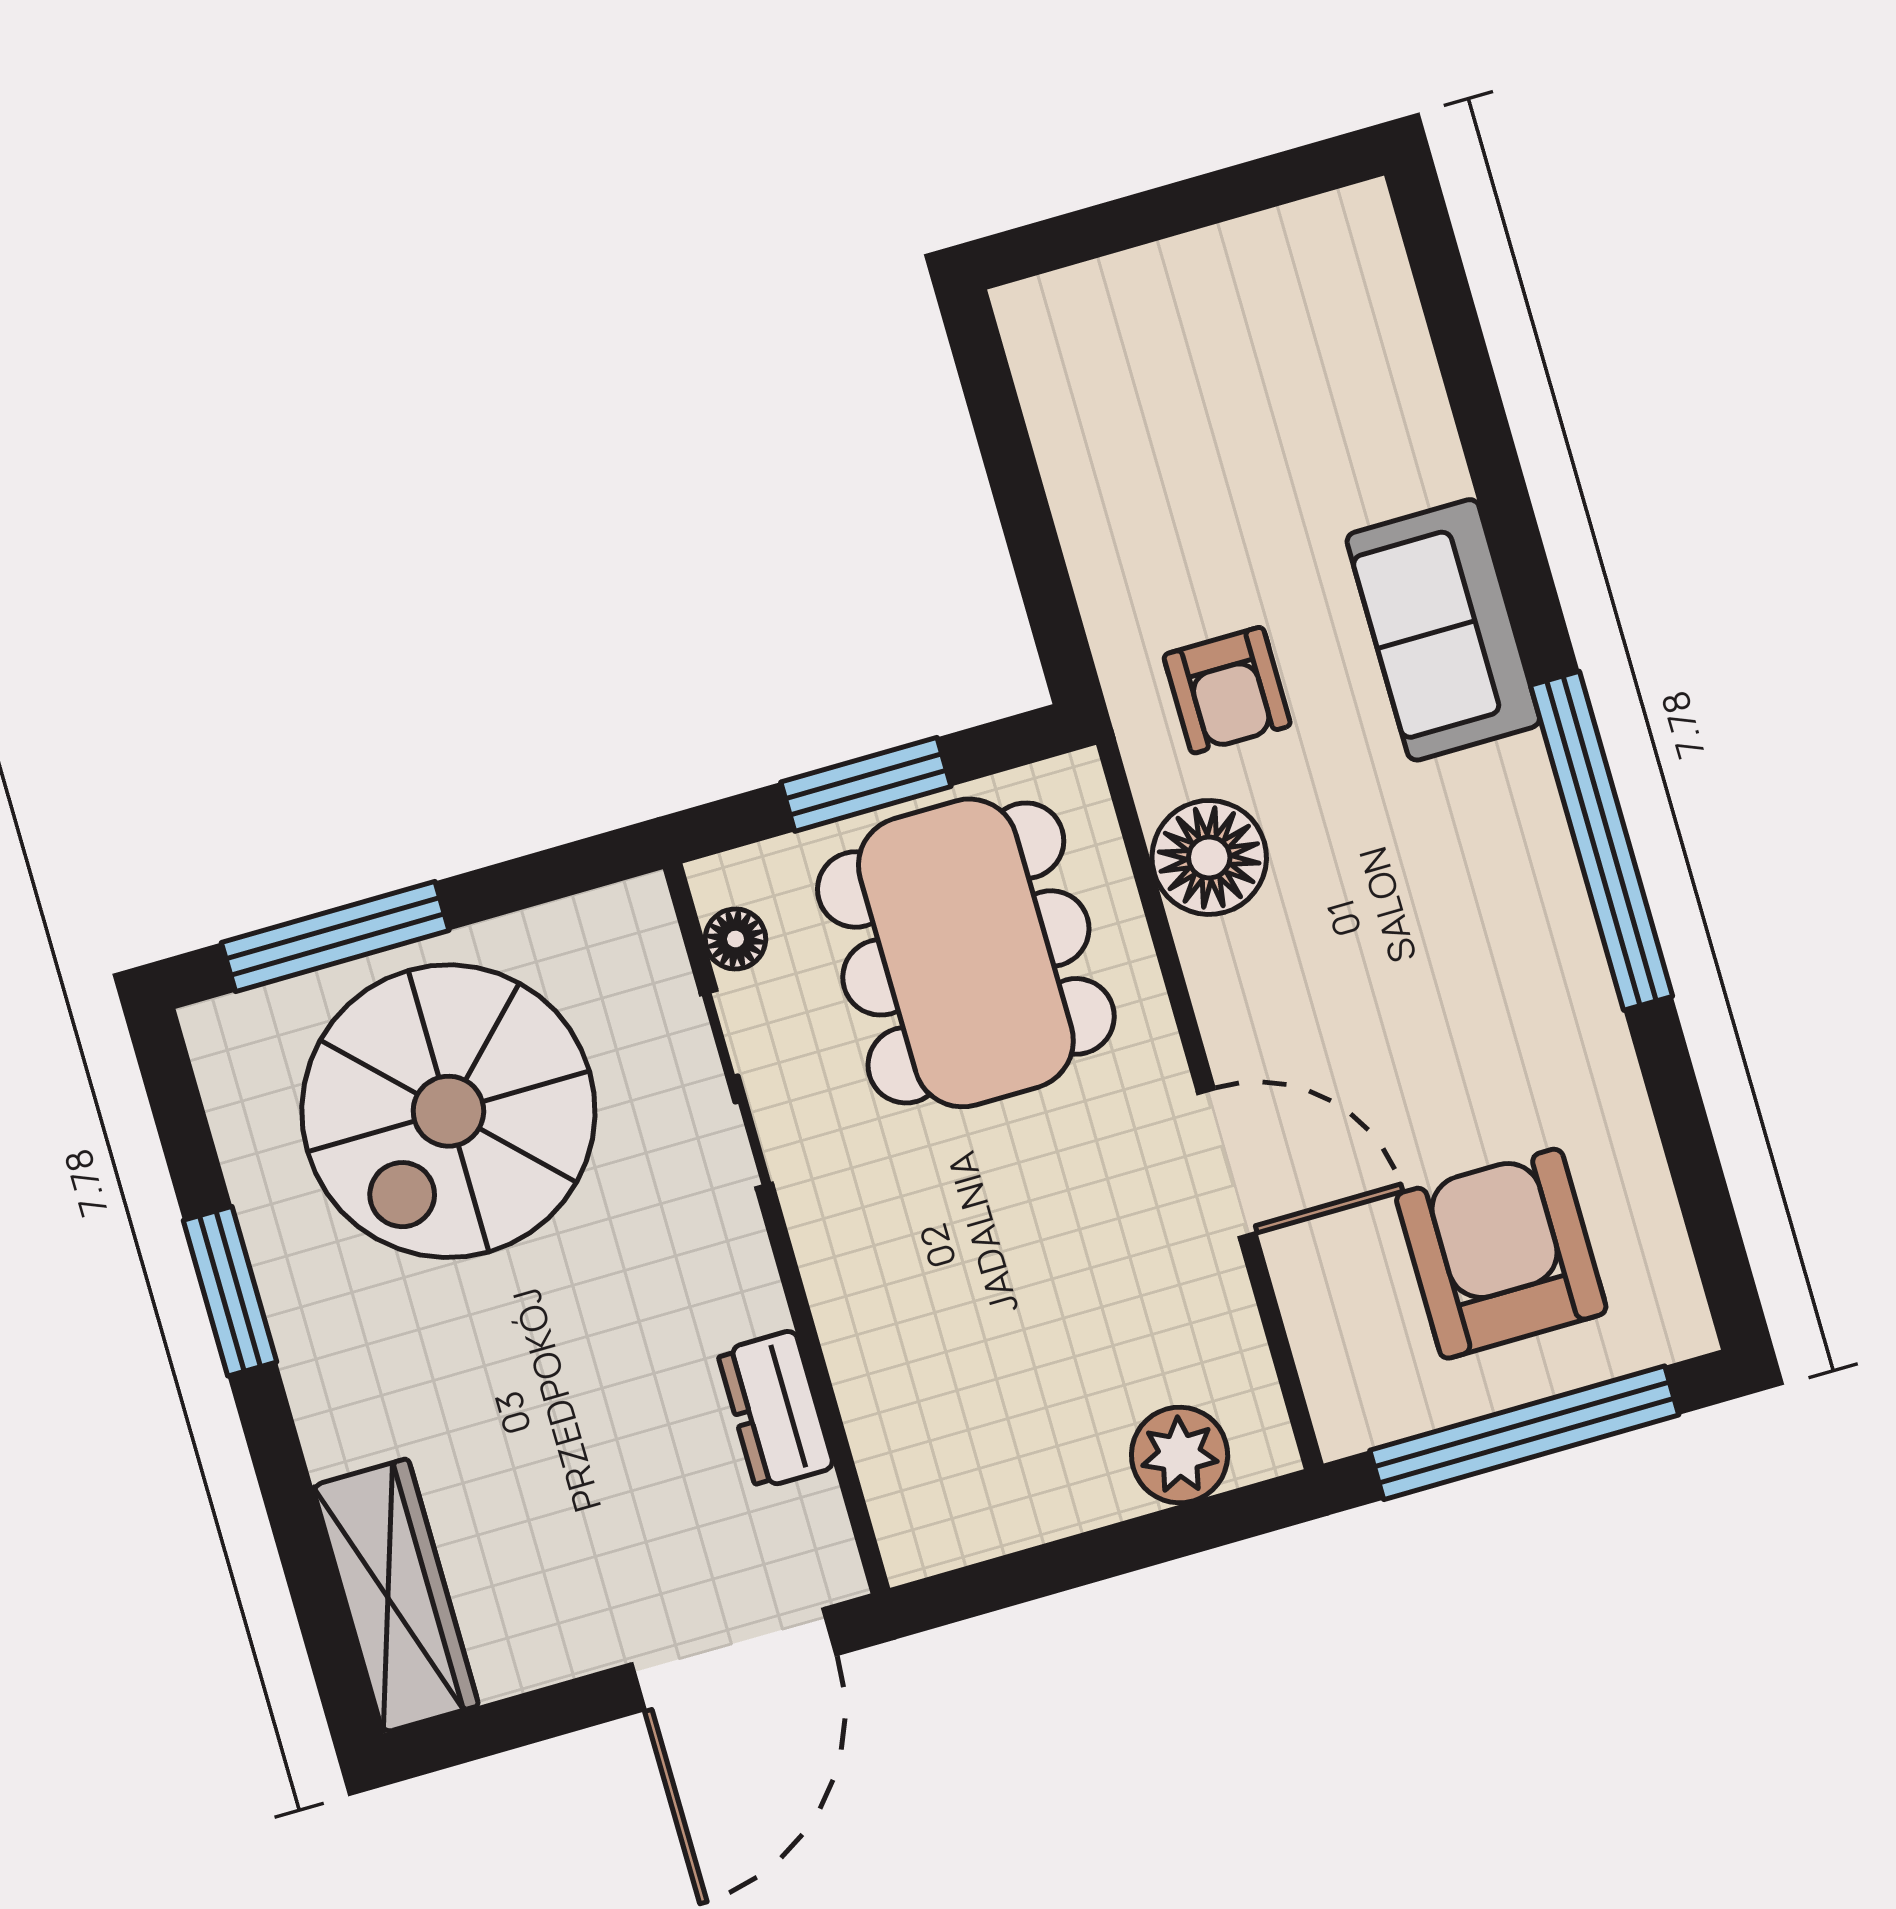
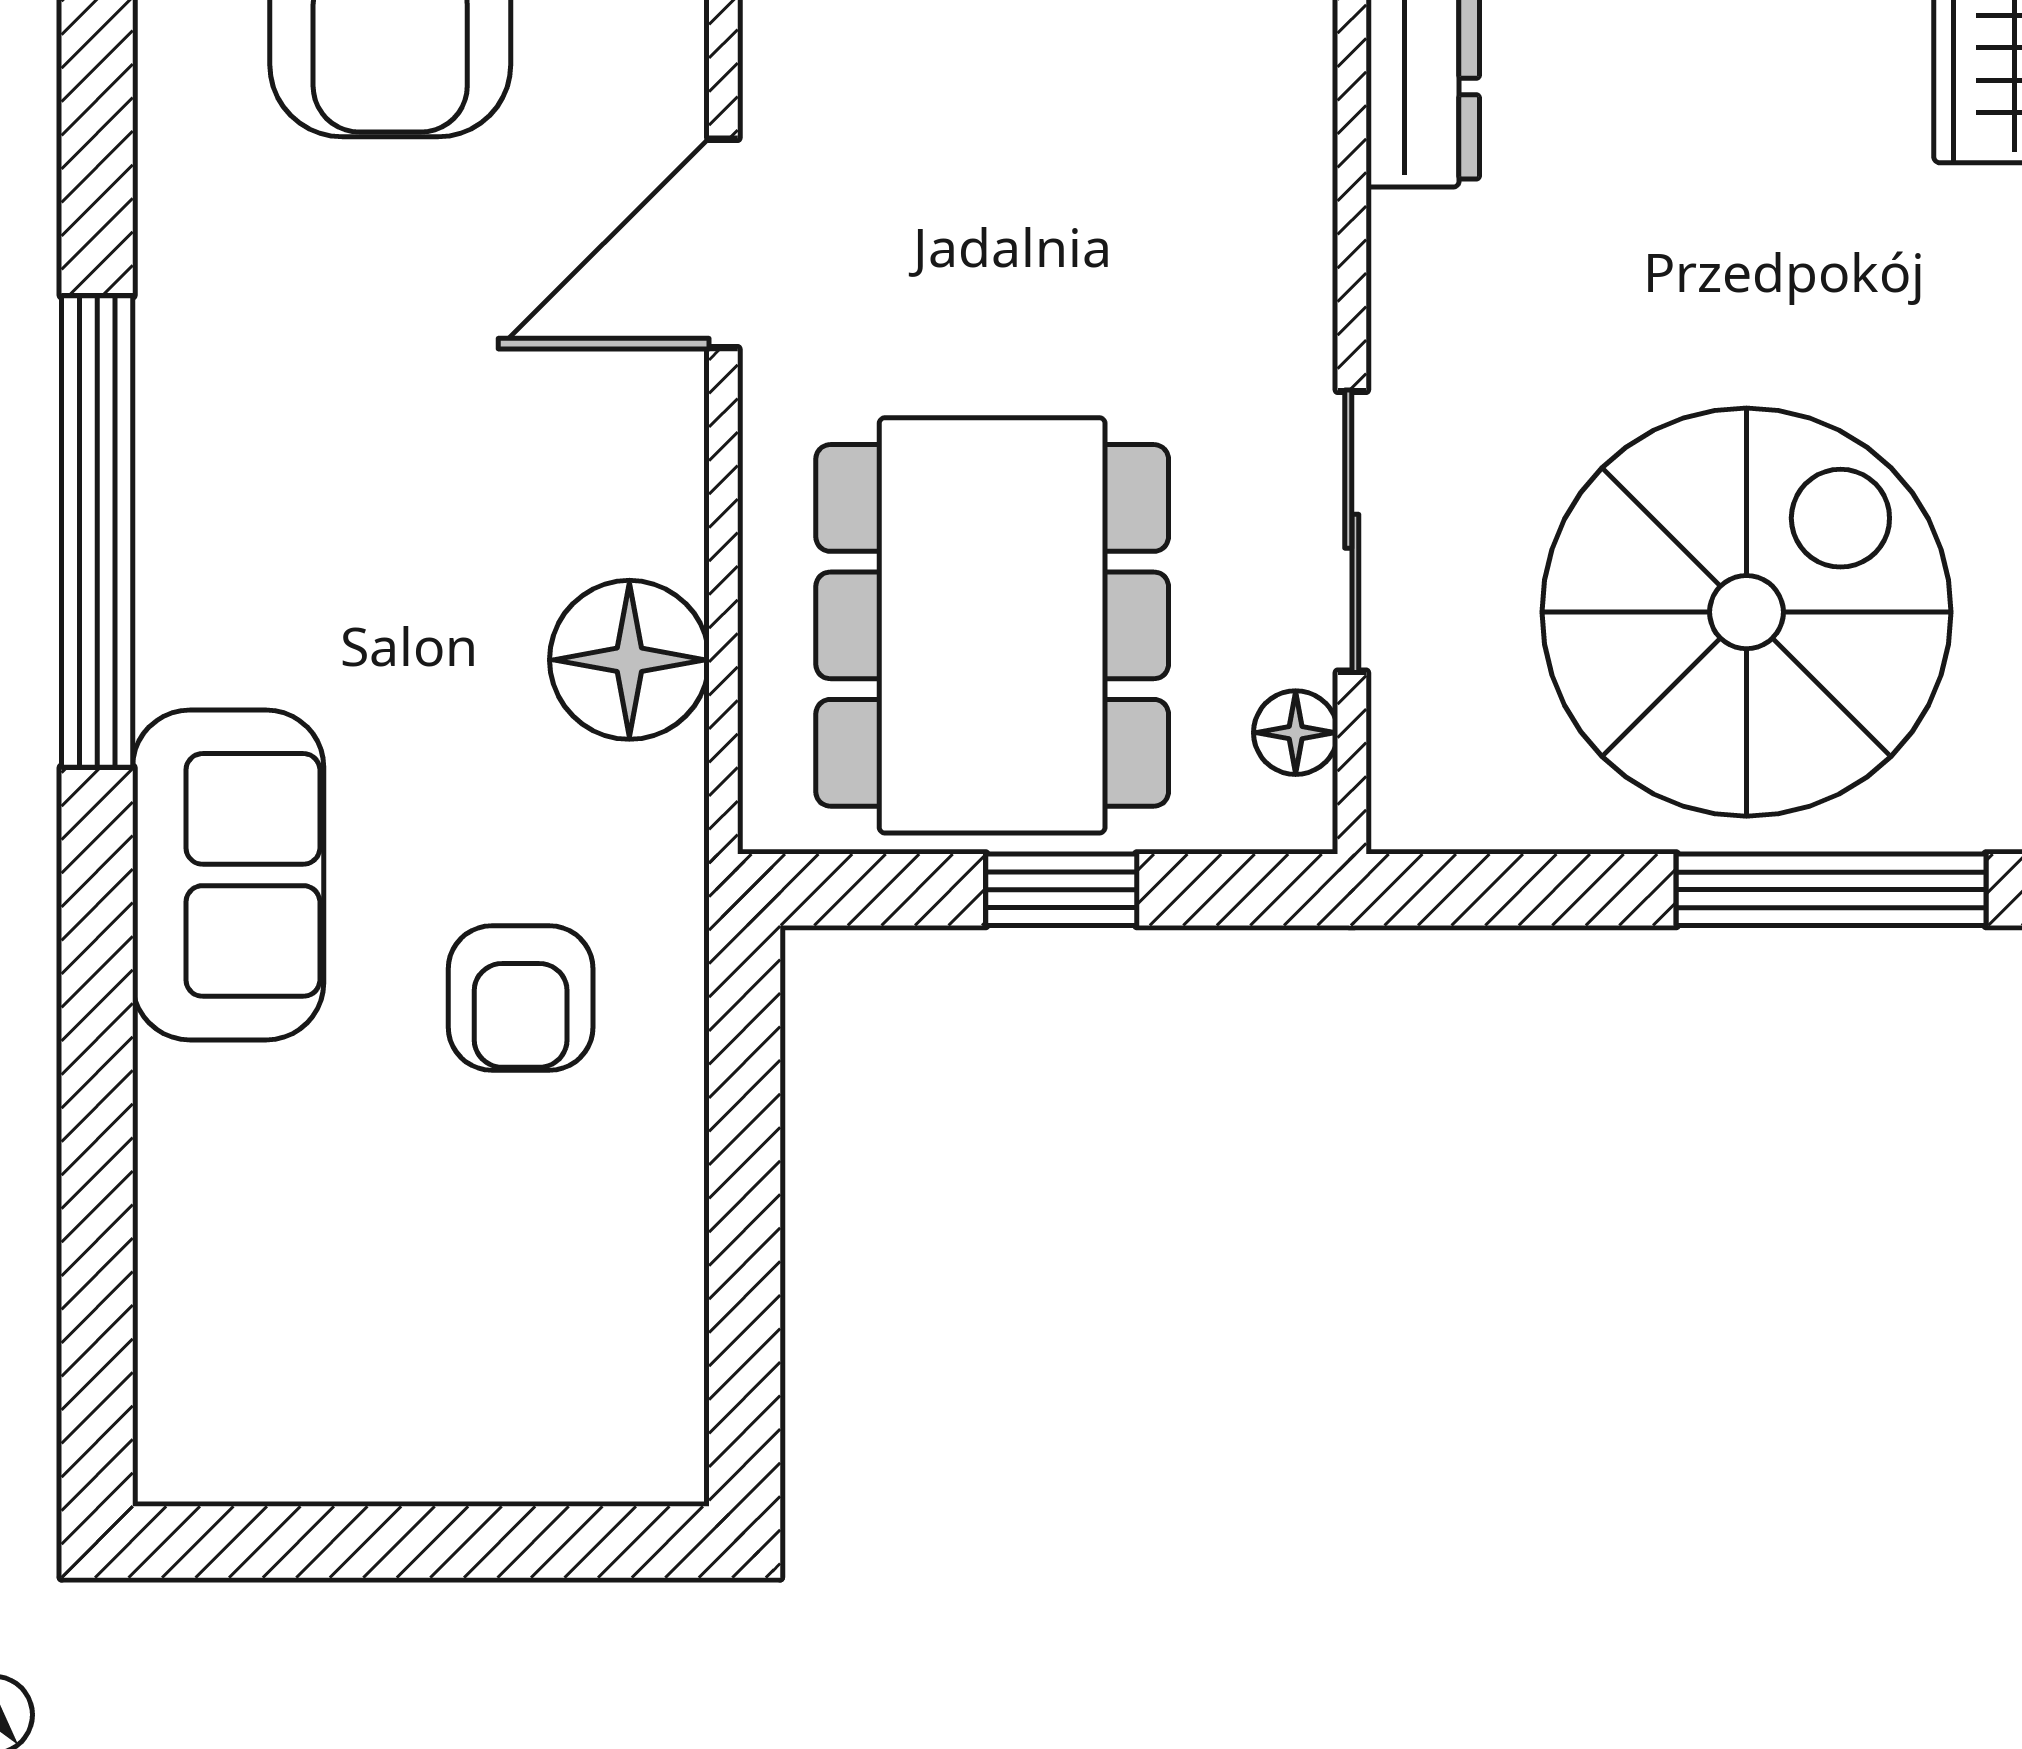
armchair: (1227, 690) -> (521, 998), moved, turned 180
window: (866, 784) -> (1061, 890), width x0.67
door: (1227, 1163) -> (723, 244), hinge flipped

